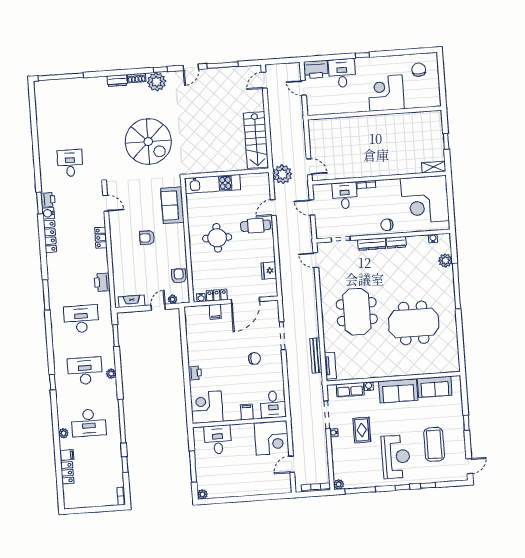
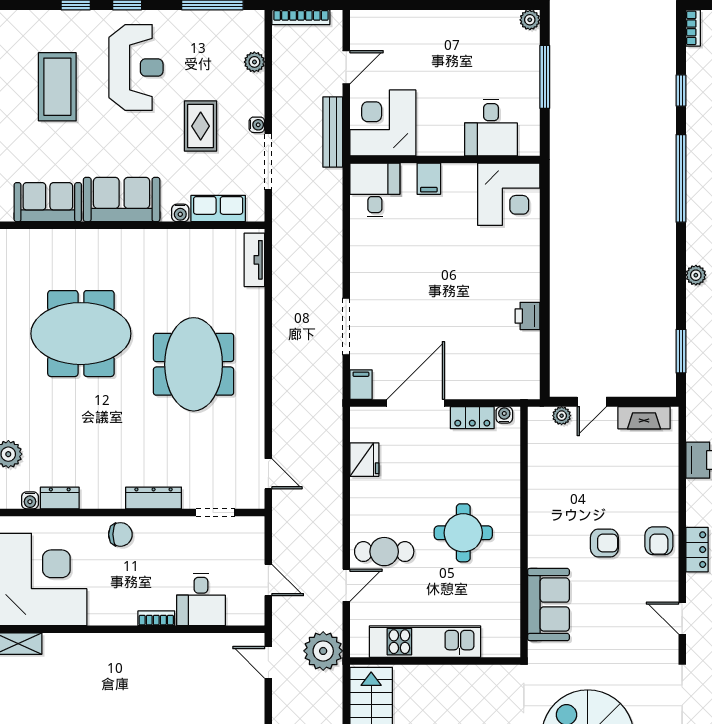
kitchen unit: (213, 184) -> (425, 642), moved
dresser: (396, 242) -> (60, 498), moved
armchair: (179, 276) -> (659, 541), moved
filing cabinet: (215, 312) -> (361, 385), moved
bench: (316, 355) -> (333, 132), moved
chair: (254, 358) -> (406, 285), removed
printer: (195, 373) -> (527, 316), moved
reception desk: (396, 457) -> (136, 68), turned 180
plant: (339, 484) -> (254, 62), moved

